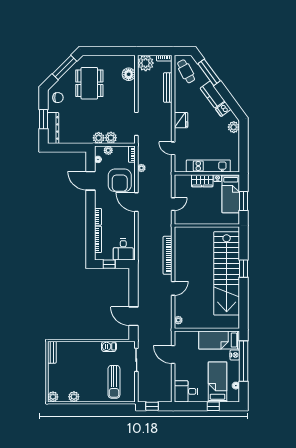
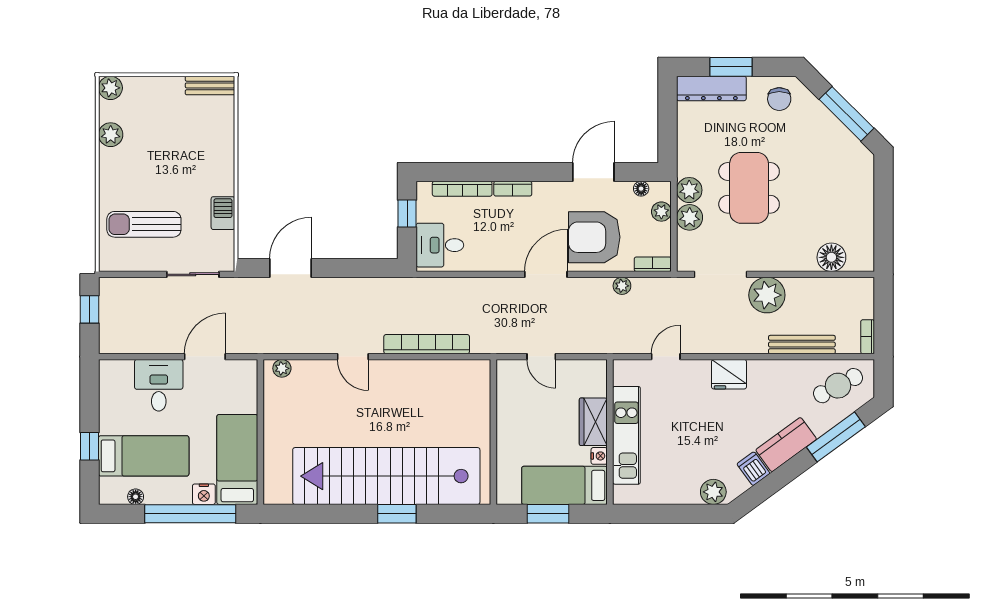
plant: (146, 63) -> (767, 295), moved
dining table: (89, 83) -> (749, 188), moved, turned 90
desk: (186, 391) -> (159, 385), moved

